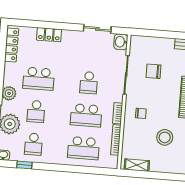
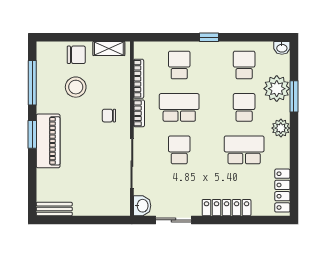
locker: (49, 35) -> (227, 208), width x1.53
chair: (153, 71) -> (76, 55), moved
school desk: (84, 148) -> (179, 65), width x0.54
window: (24, 165) -> (209, 37), moved

